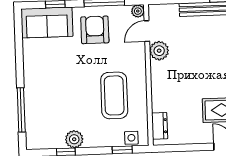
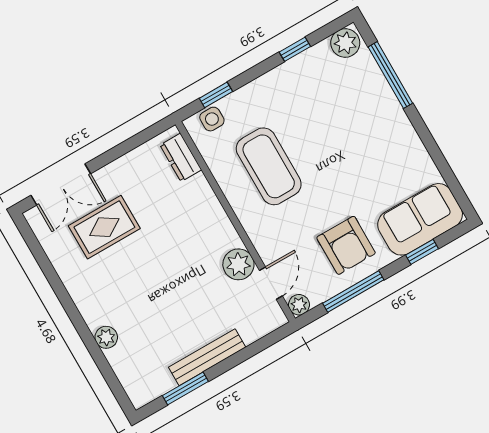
plant: (74, 139) -> (345, 43), moved

